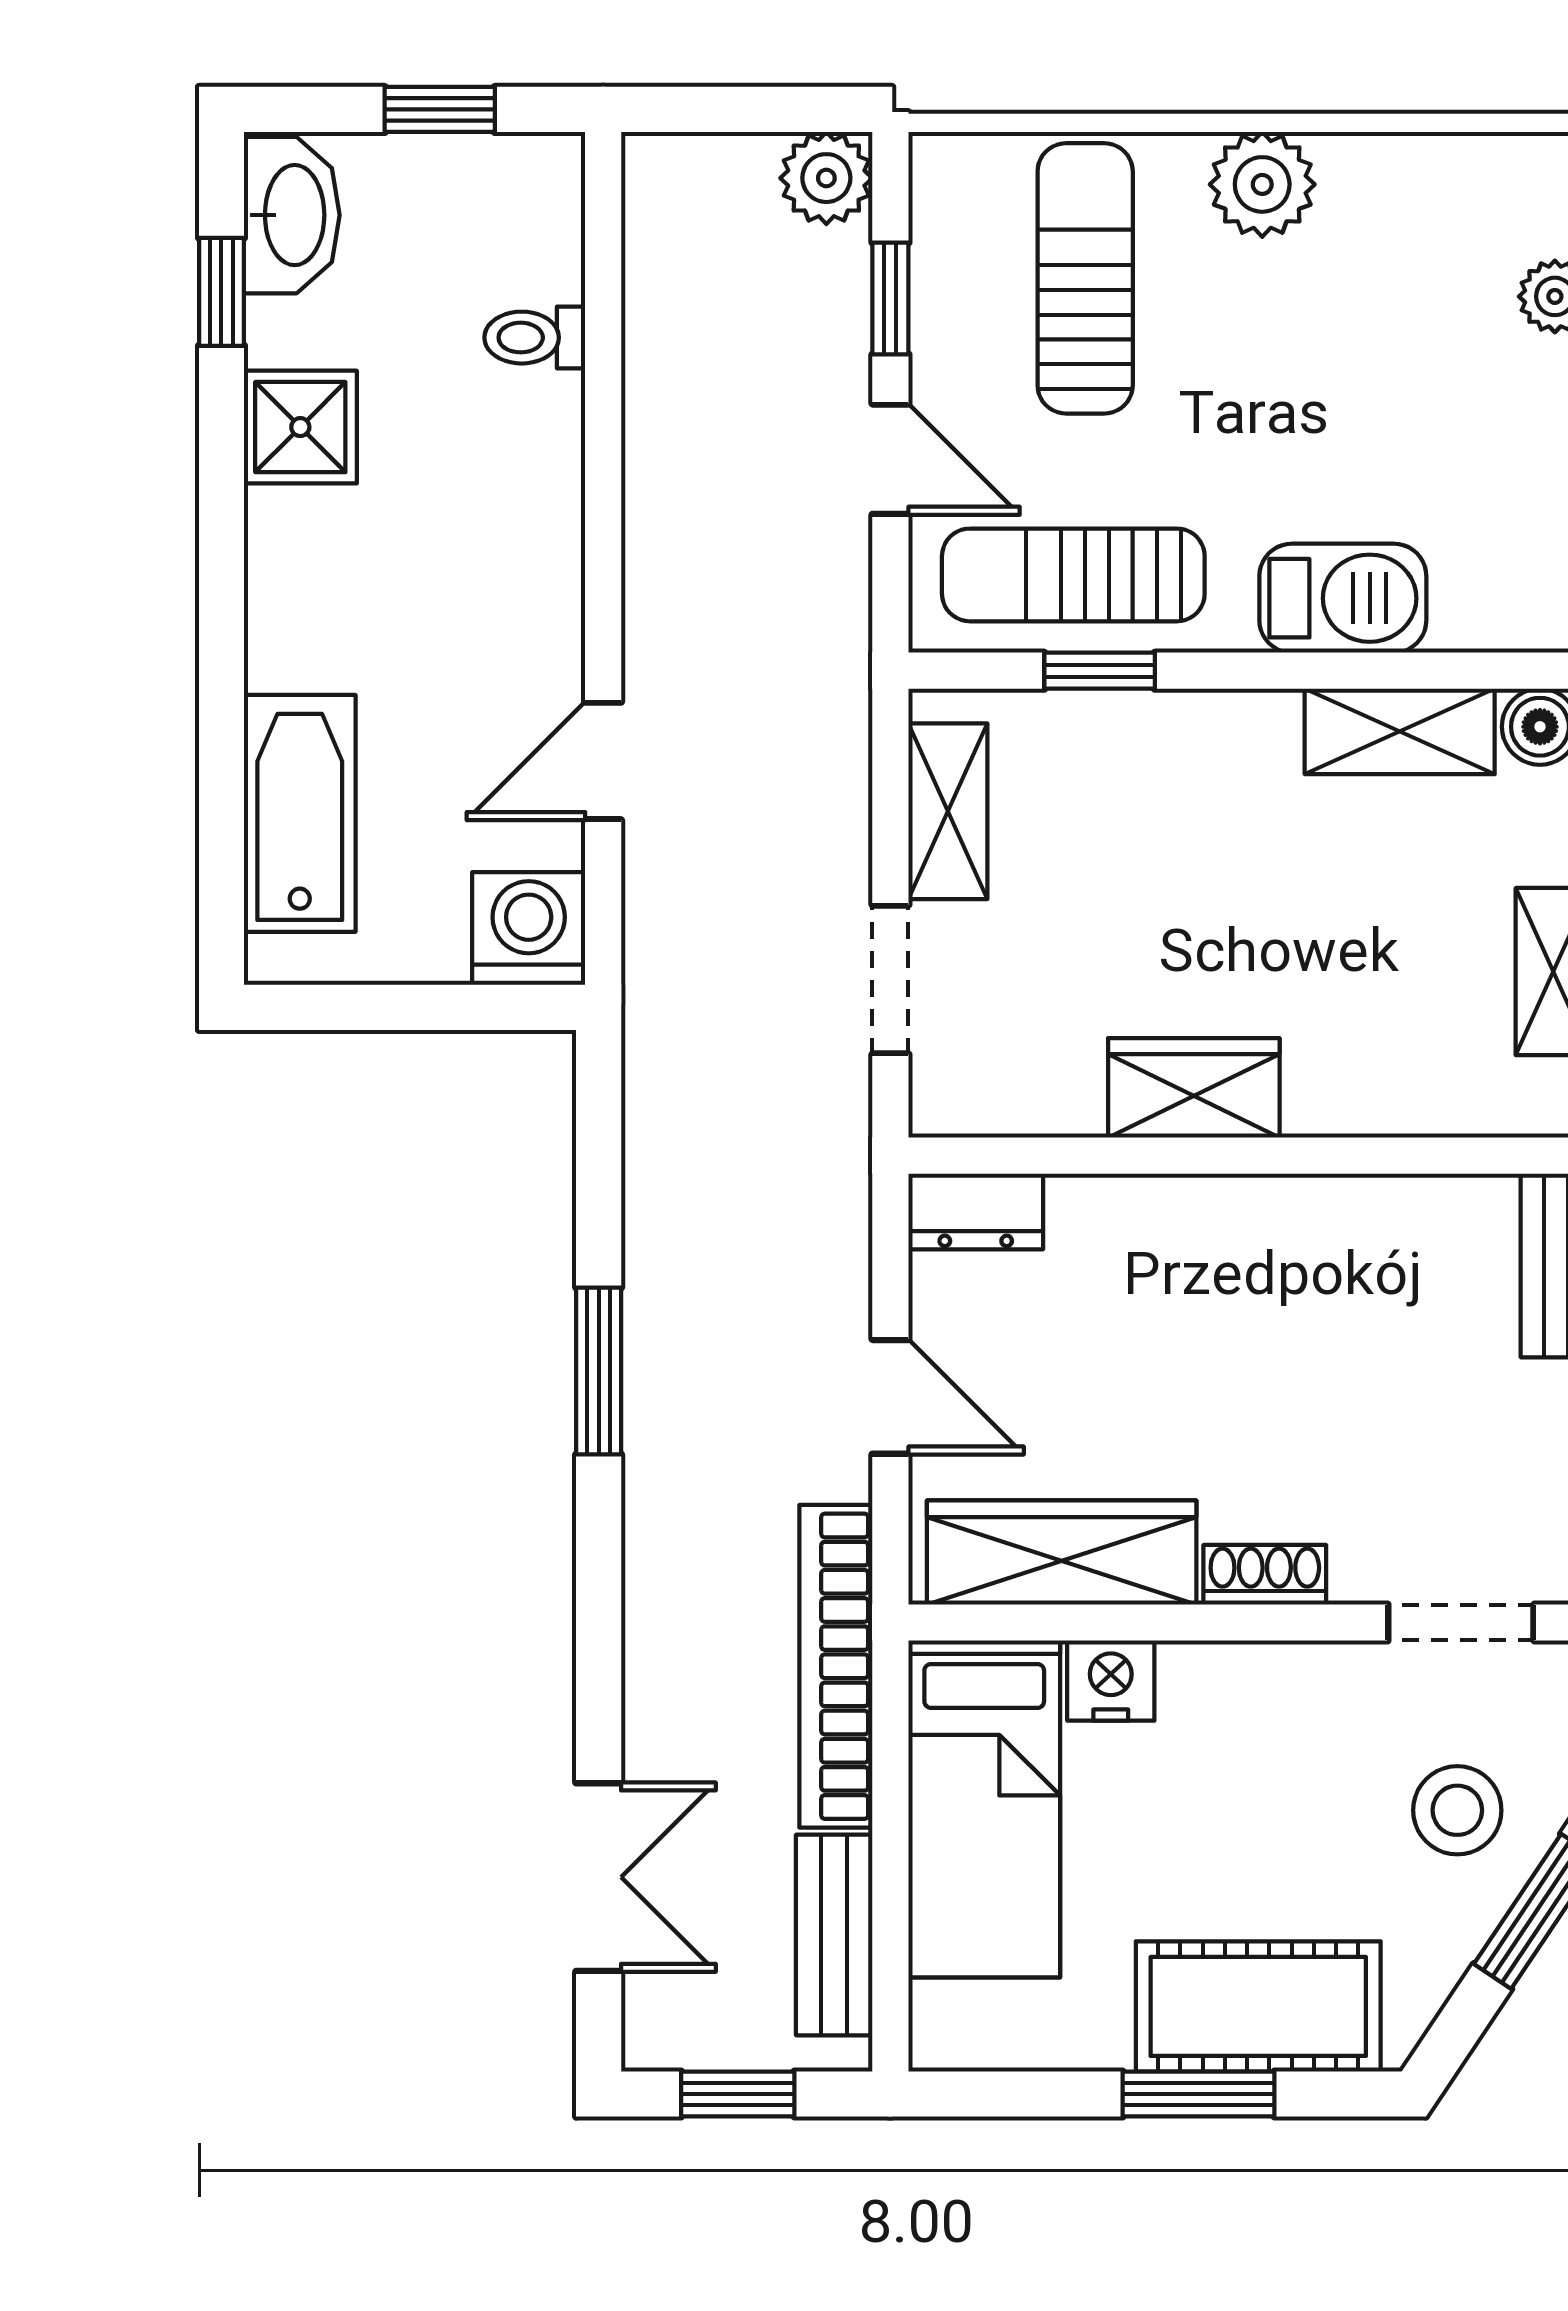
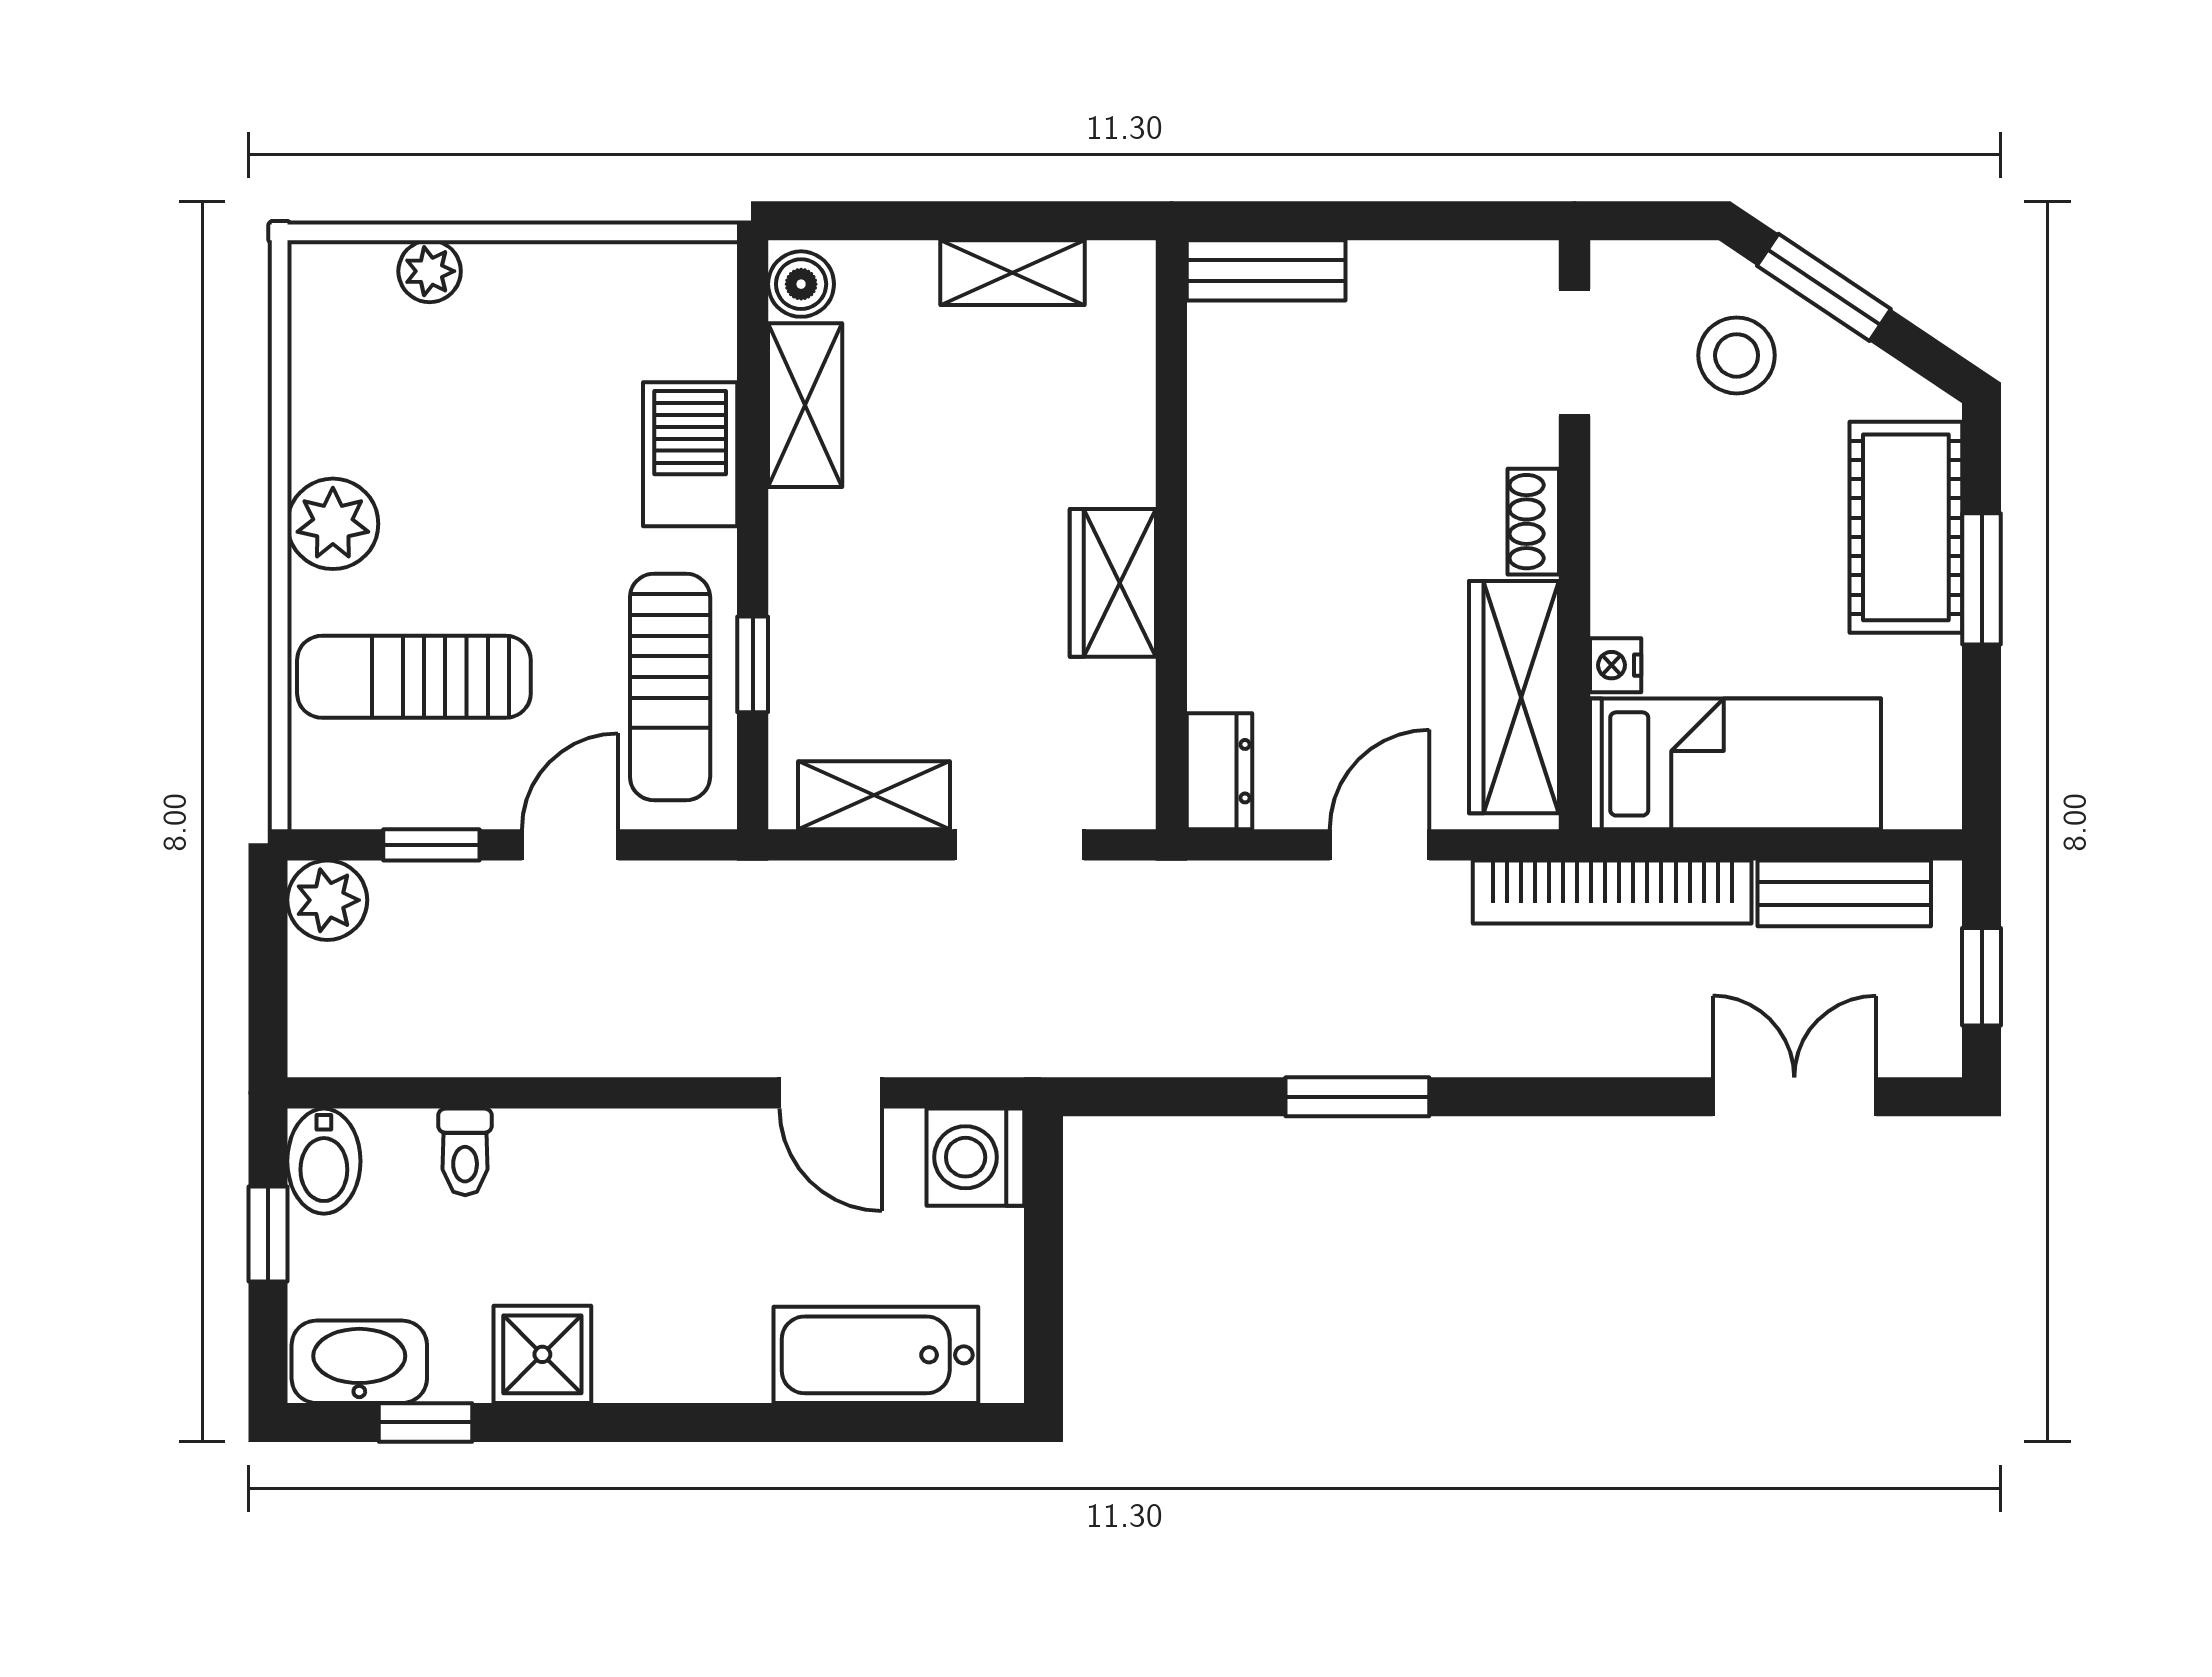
bidet: (524, 174) -> (324, 1161), added
nightstand: (1111, 1681) -> (1616, 665), width x0.72, depth x0.74

